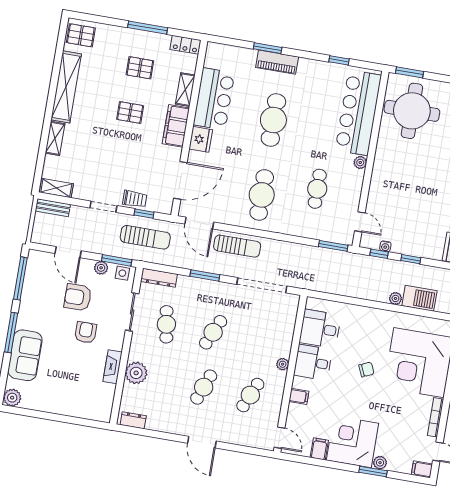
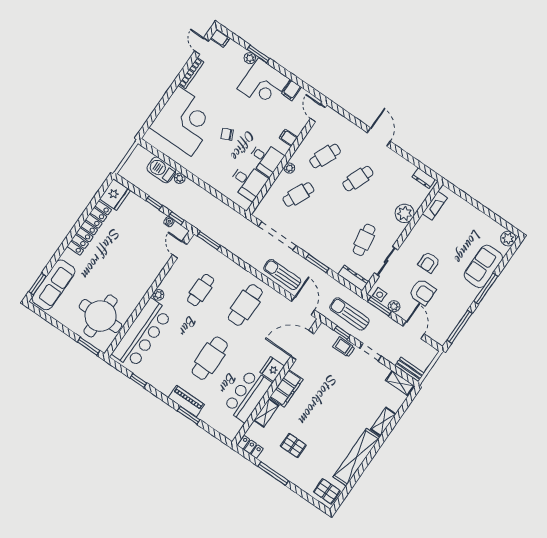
pallet: (130, 113) -> (317, 415), removed
cafe table: (213, 332) -> (298, 195), moved
fireplace: (112, 367) -> (435, 206), moved

